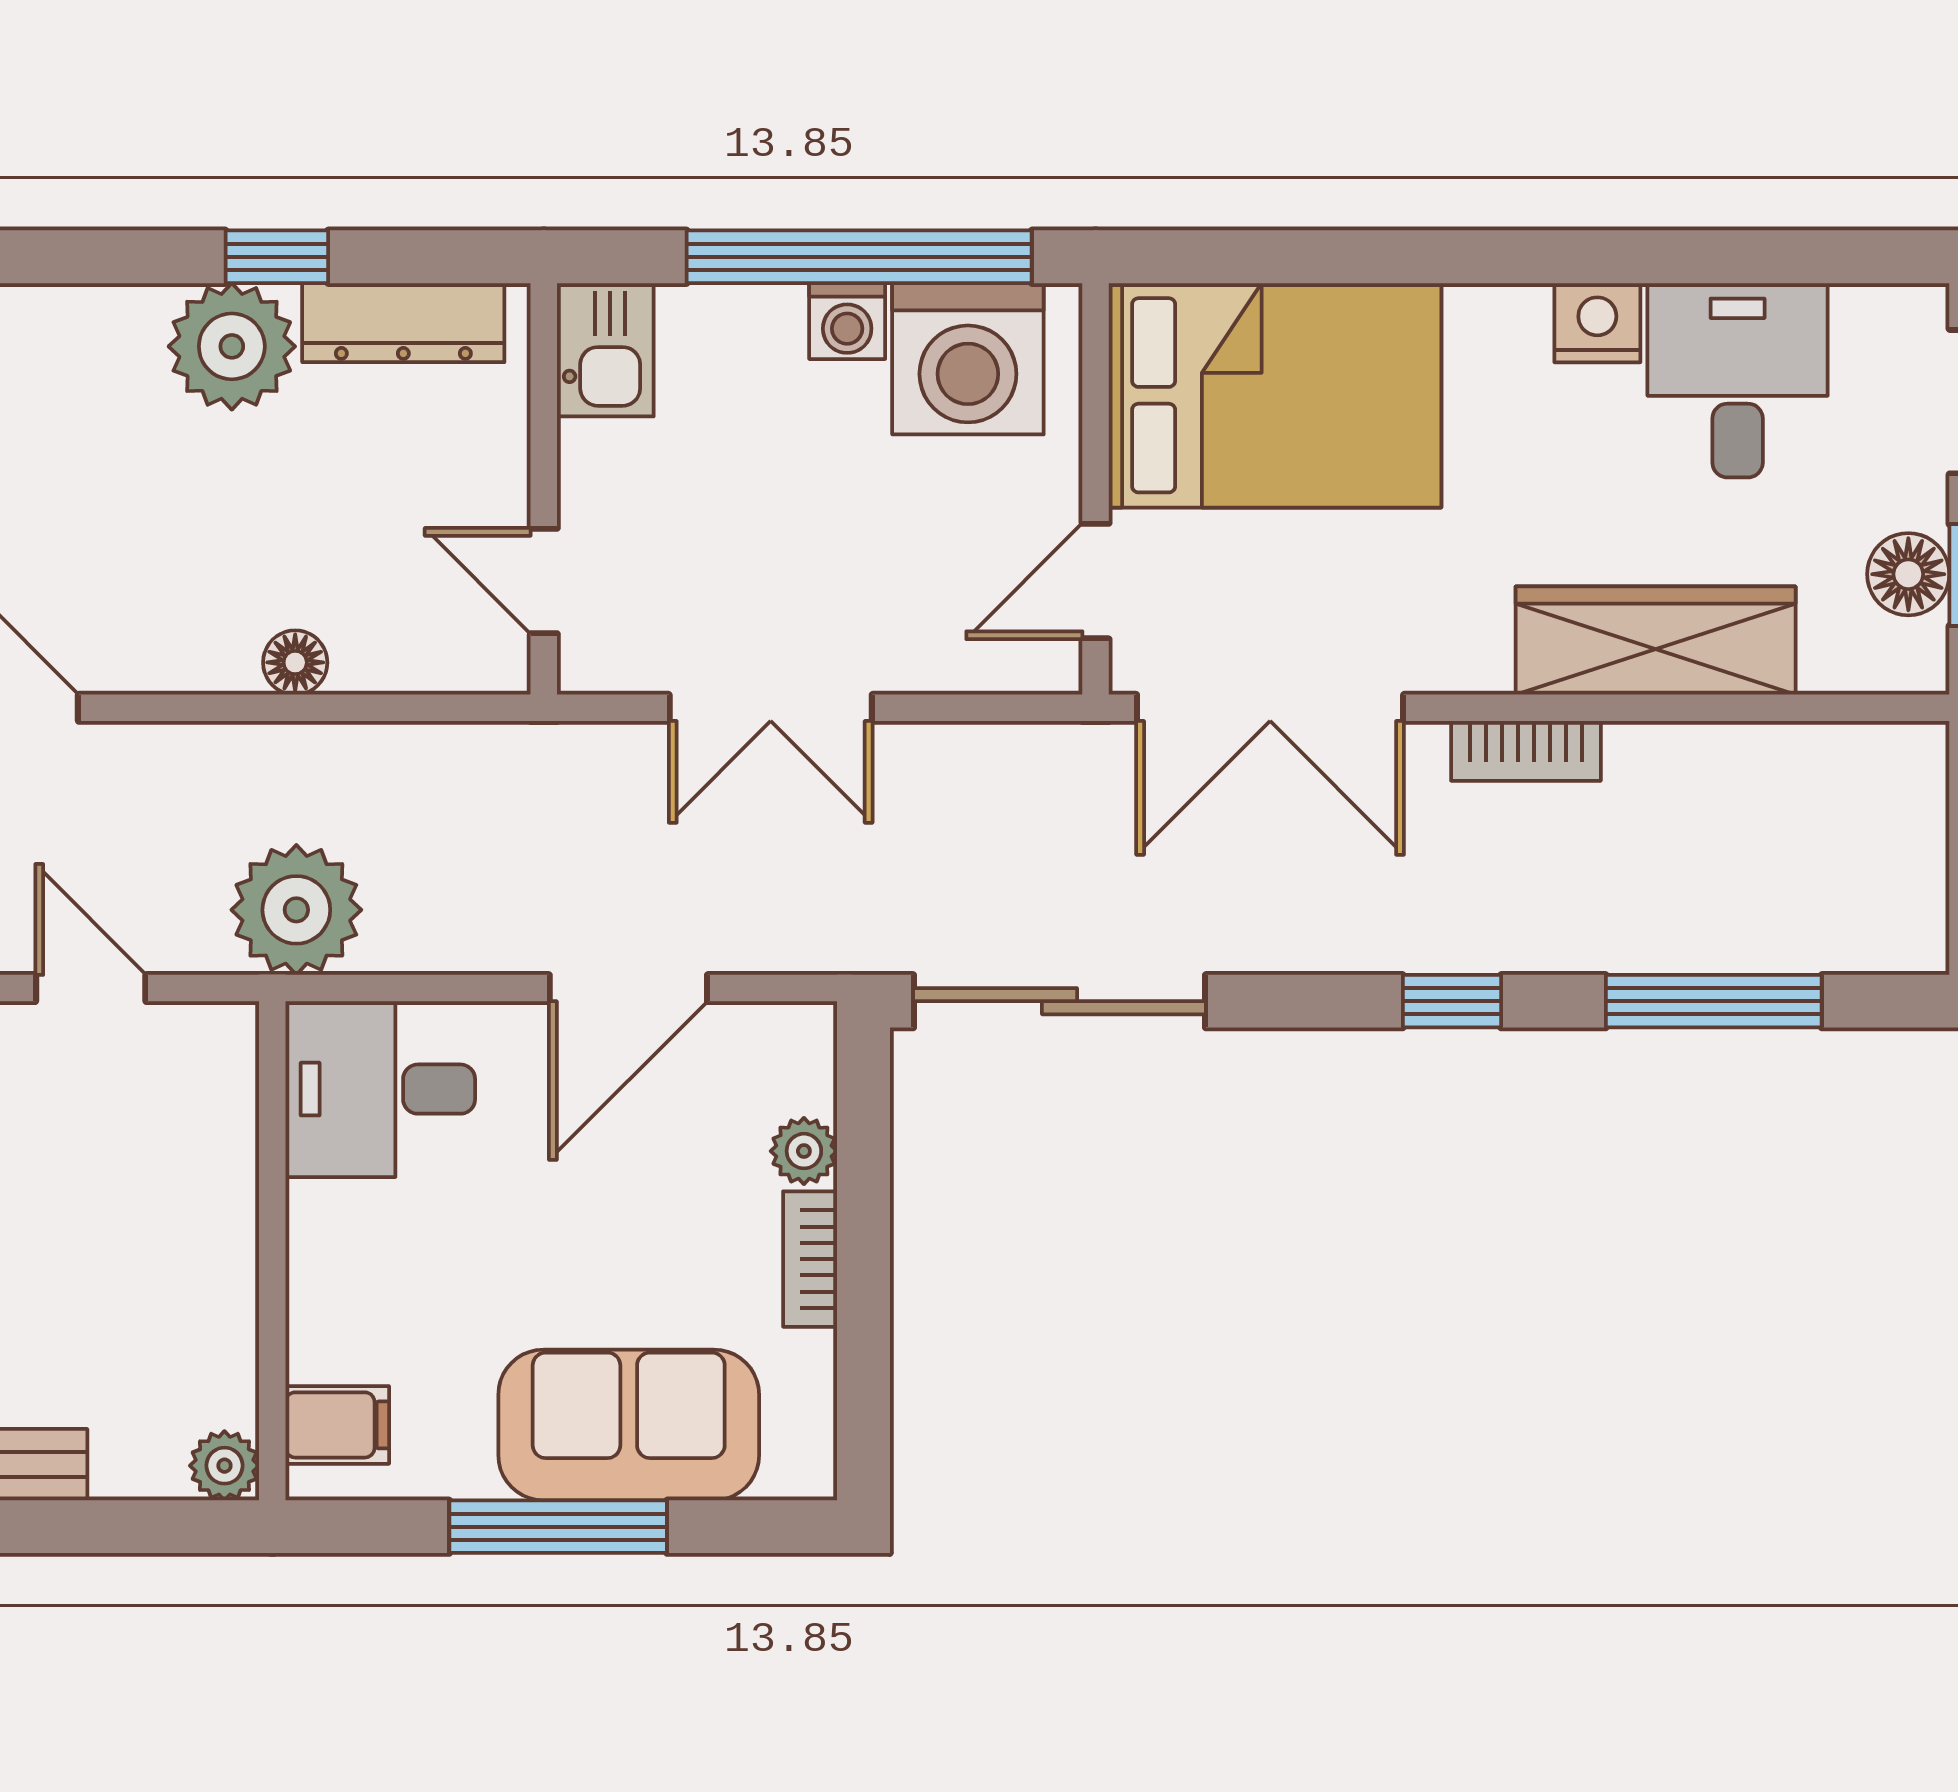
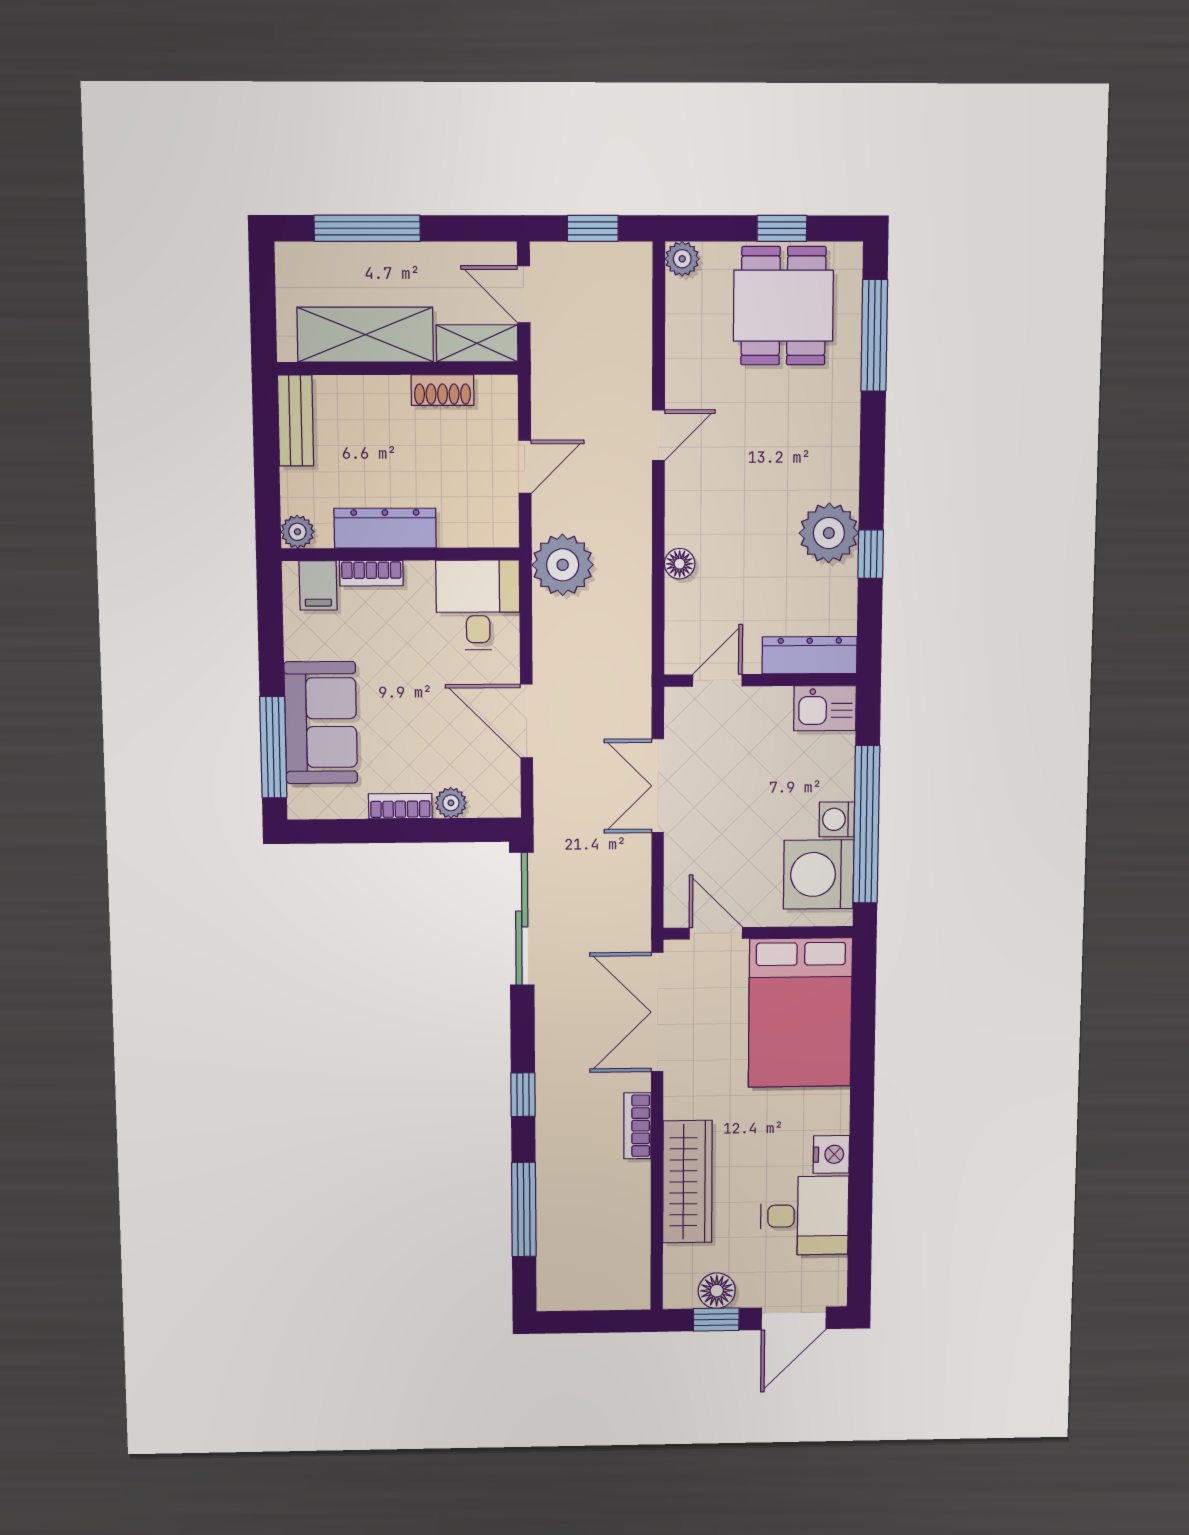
dresser: (403, 323) -> (810, 655), moved, turned 90
dresser: (218, 1282) -> (385, 528), added
bookcase: (312, 1313) -> (371, 573), added
window: (558, 1527) -> (273, 747), moved

